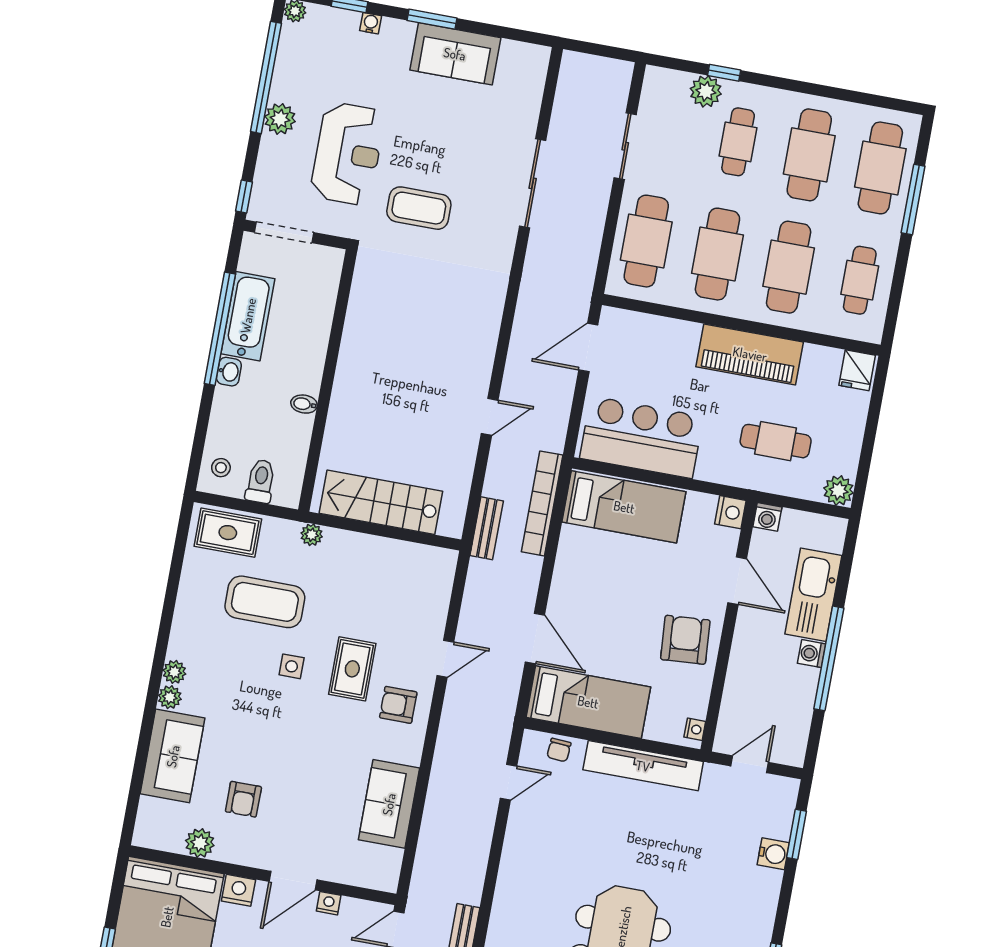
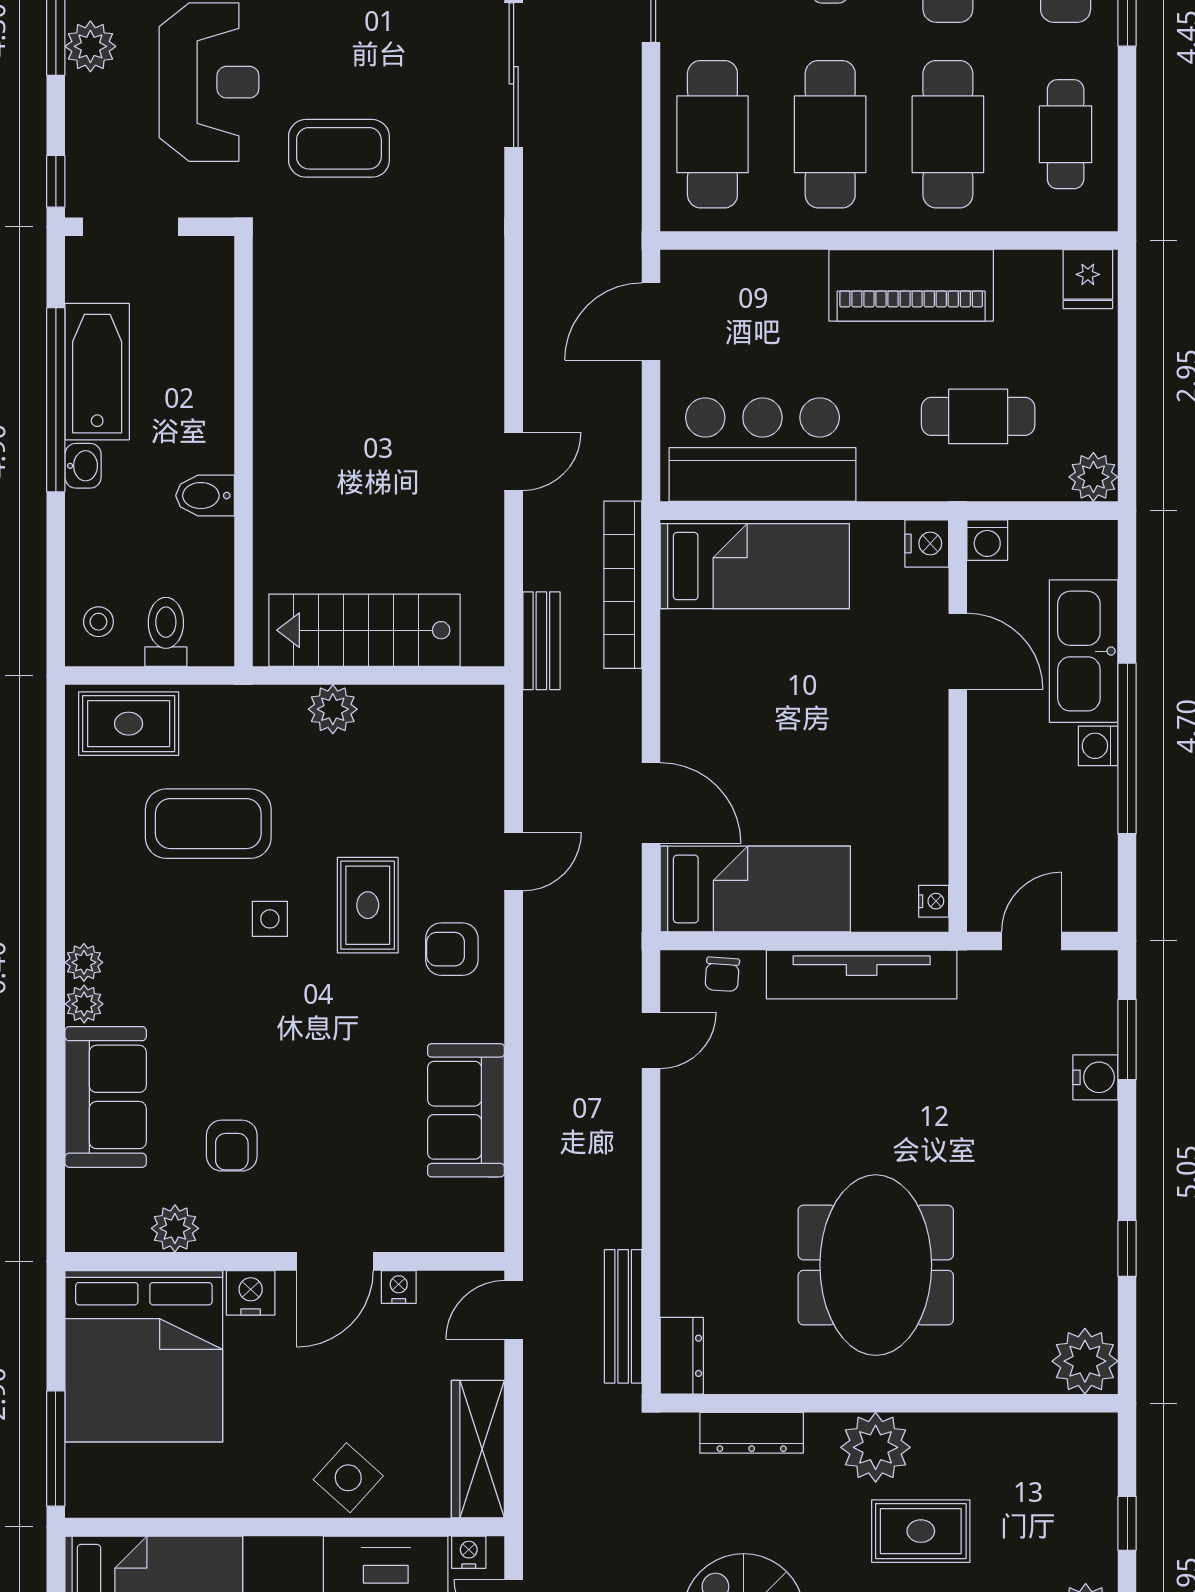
bidet: (304, 404) -> (205, 496), width x1.38, depth x1.36
plant: (312, 535) -> (333, 709), moved, width x1.38, depth x1.38
armchair: (685, 640) -> (892, 761), removed

